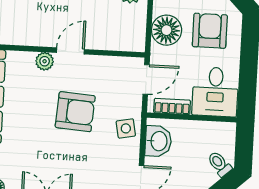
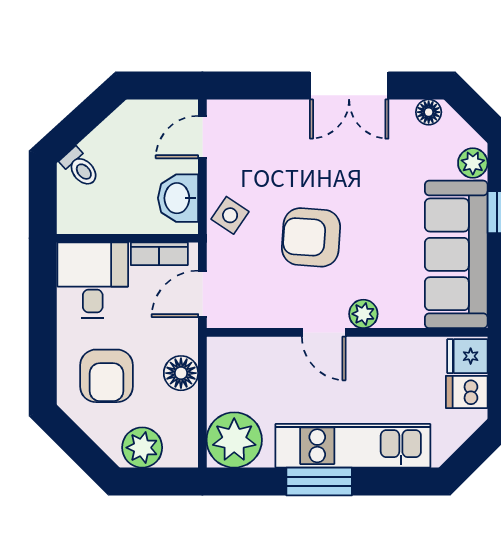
floor lamp: (167, 30) -> (181, 373), width x0.73, depth x0.73
door: (70, 51) -> (324, 332), hinge flipped
side table: (126, 128) -> (230, 215), turned 45

